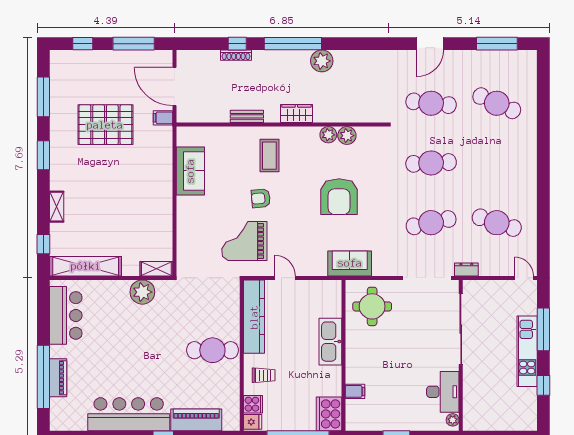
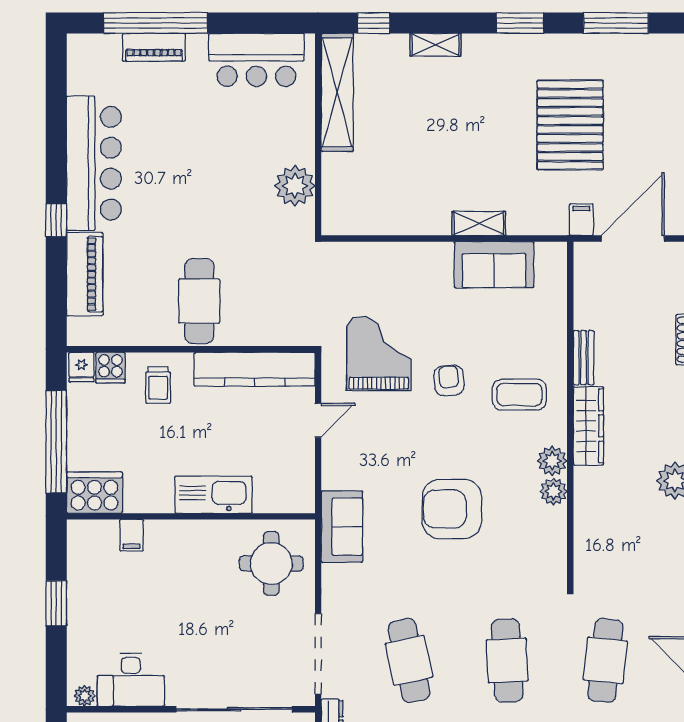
wardrobe: (296, 114) -> (588, 426), width x1.50
plant: (347, 136) -> (552, 461), moved
shelving: (156, 269) -> (479, 223), moved, turned 90

